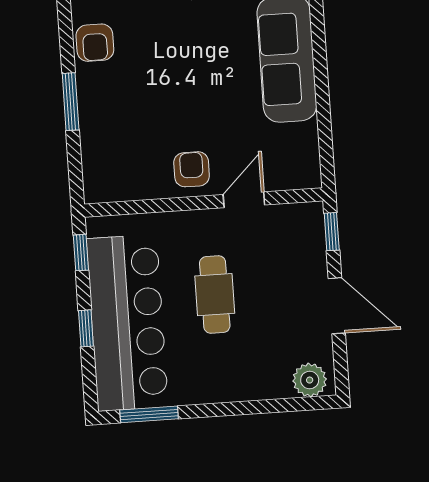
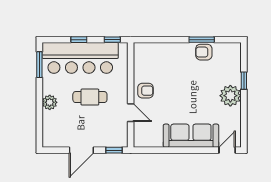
window: (71, 102) -> (202, 40), moved
plant: (310, 380) -> (50, 102), moved

